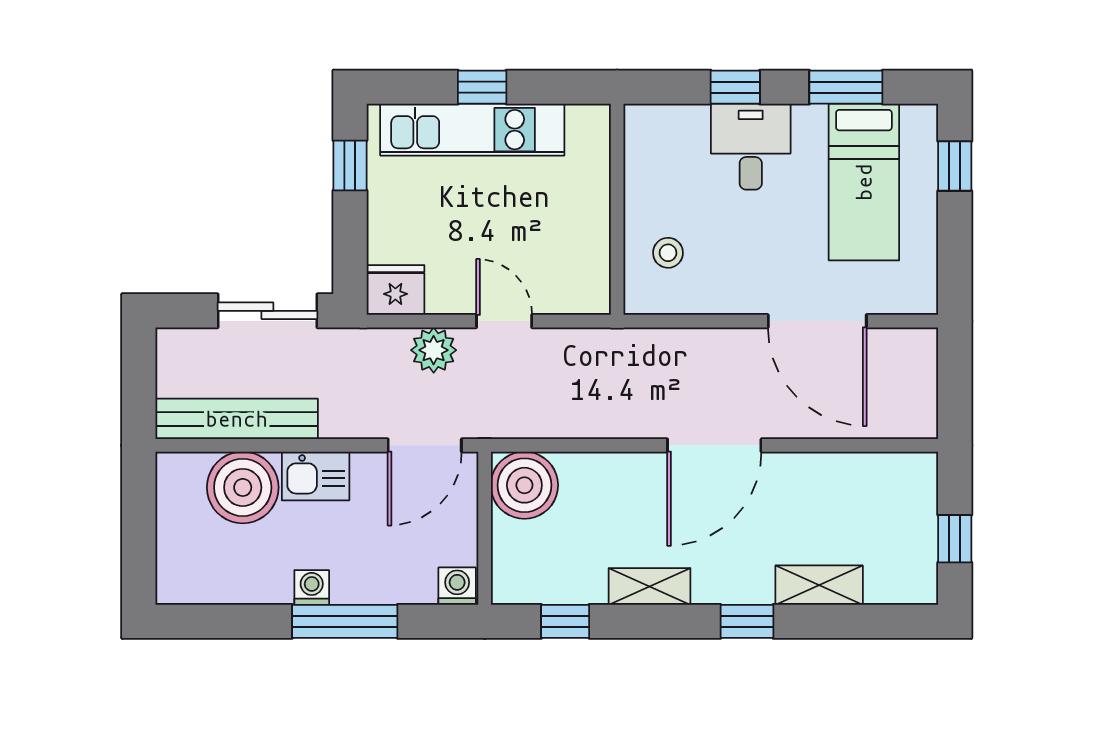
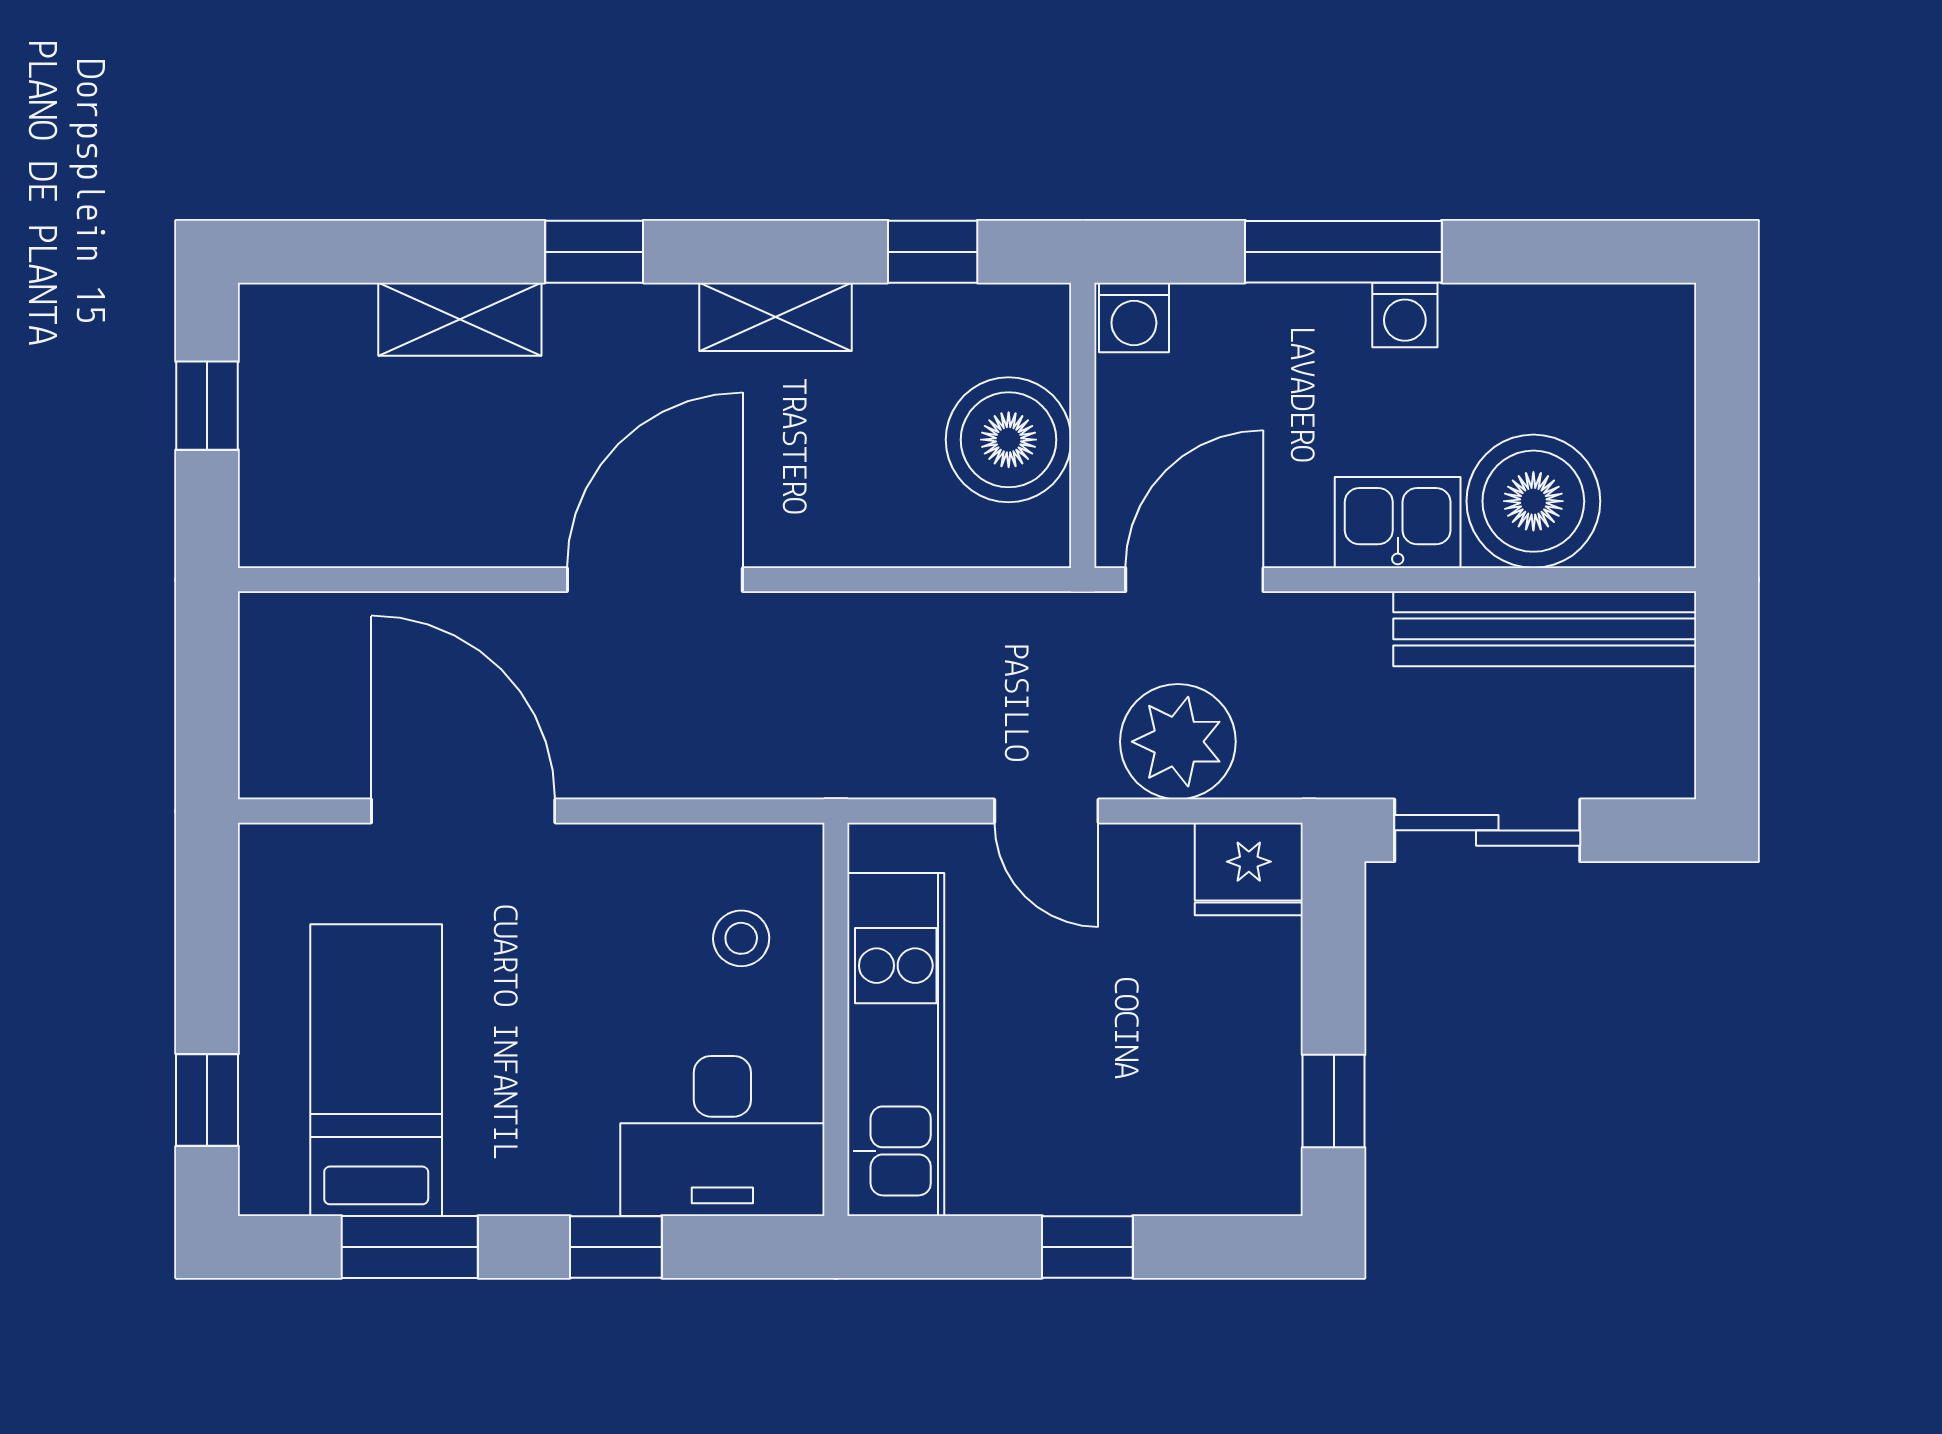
kitchen unit: (472, 130) -> (896, 1045), moved, turned 90
desk: (751, 147) -> (722, 1136), moved, width x1.37
plant: (434, 350) -> (1178, 742), width x1.36, depth x1.36
boiler: (524, 485) -> (1009, 440), moved

